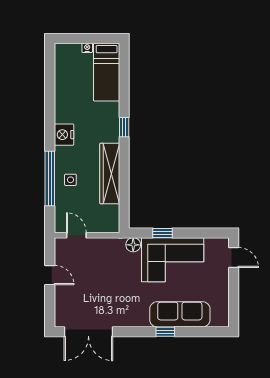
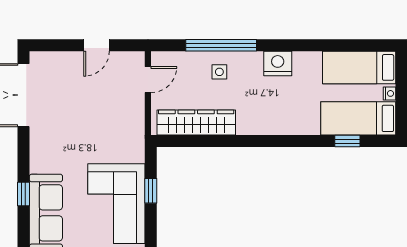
bed: (67, 71) -> (359, 67), added
window: (124, 127) -> (347, 141), moved
wardrobe: (110, 174) -> (196, 123), moved
floor lamp: (133, 245) -> (136, 153), removed

